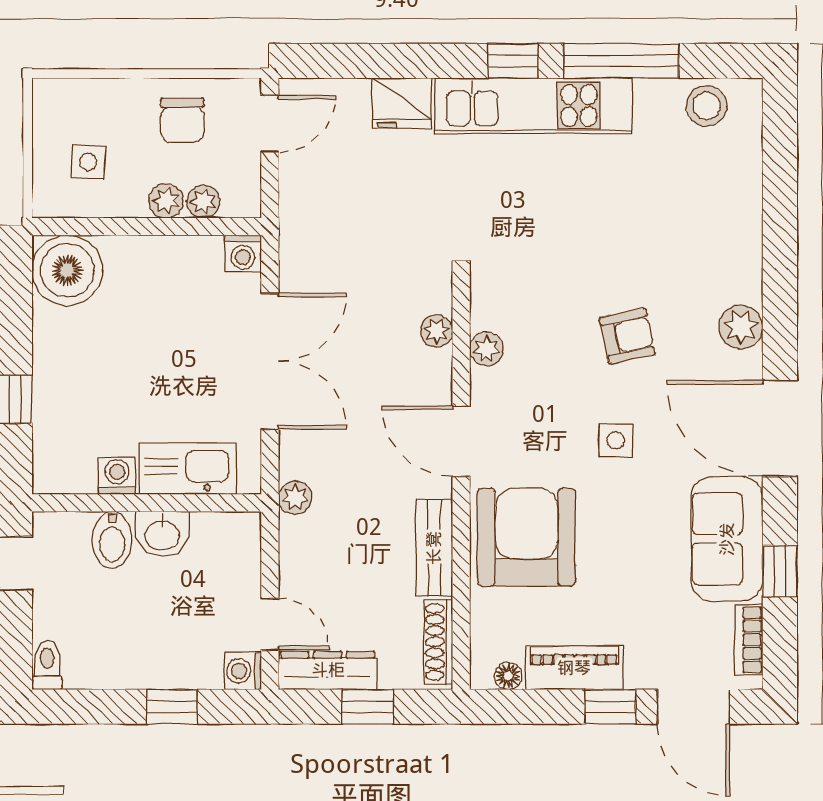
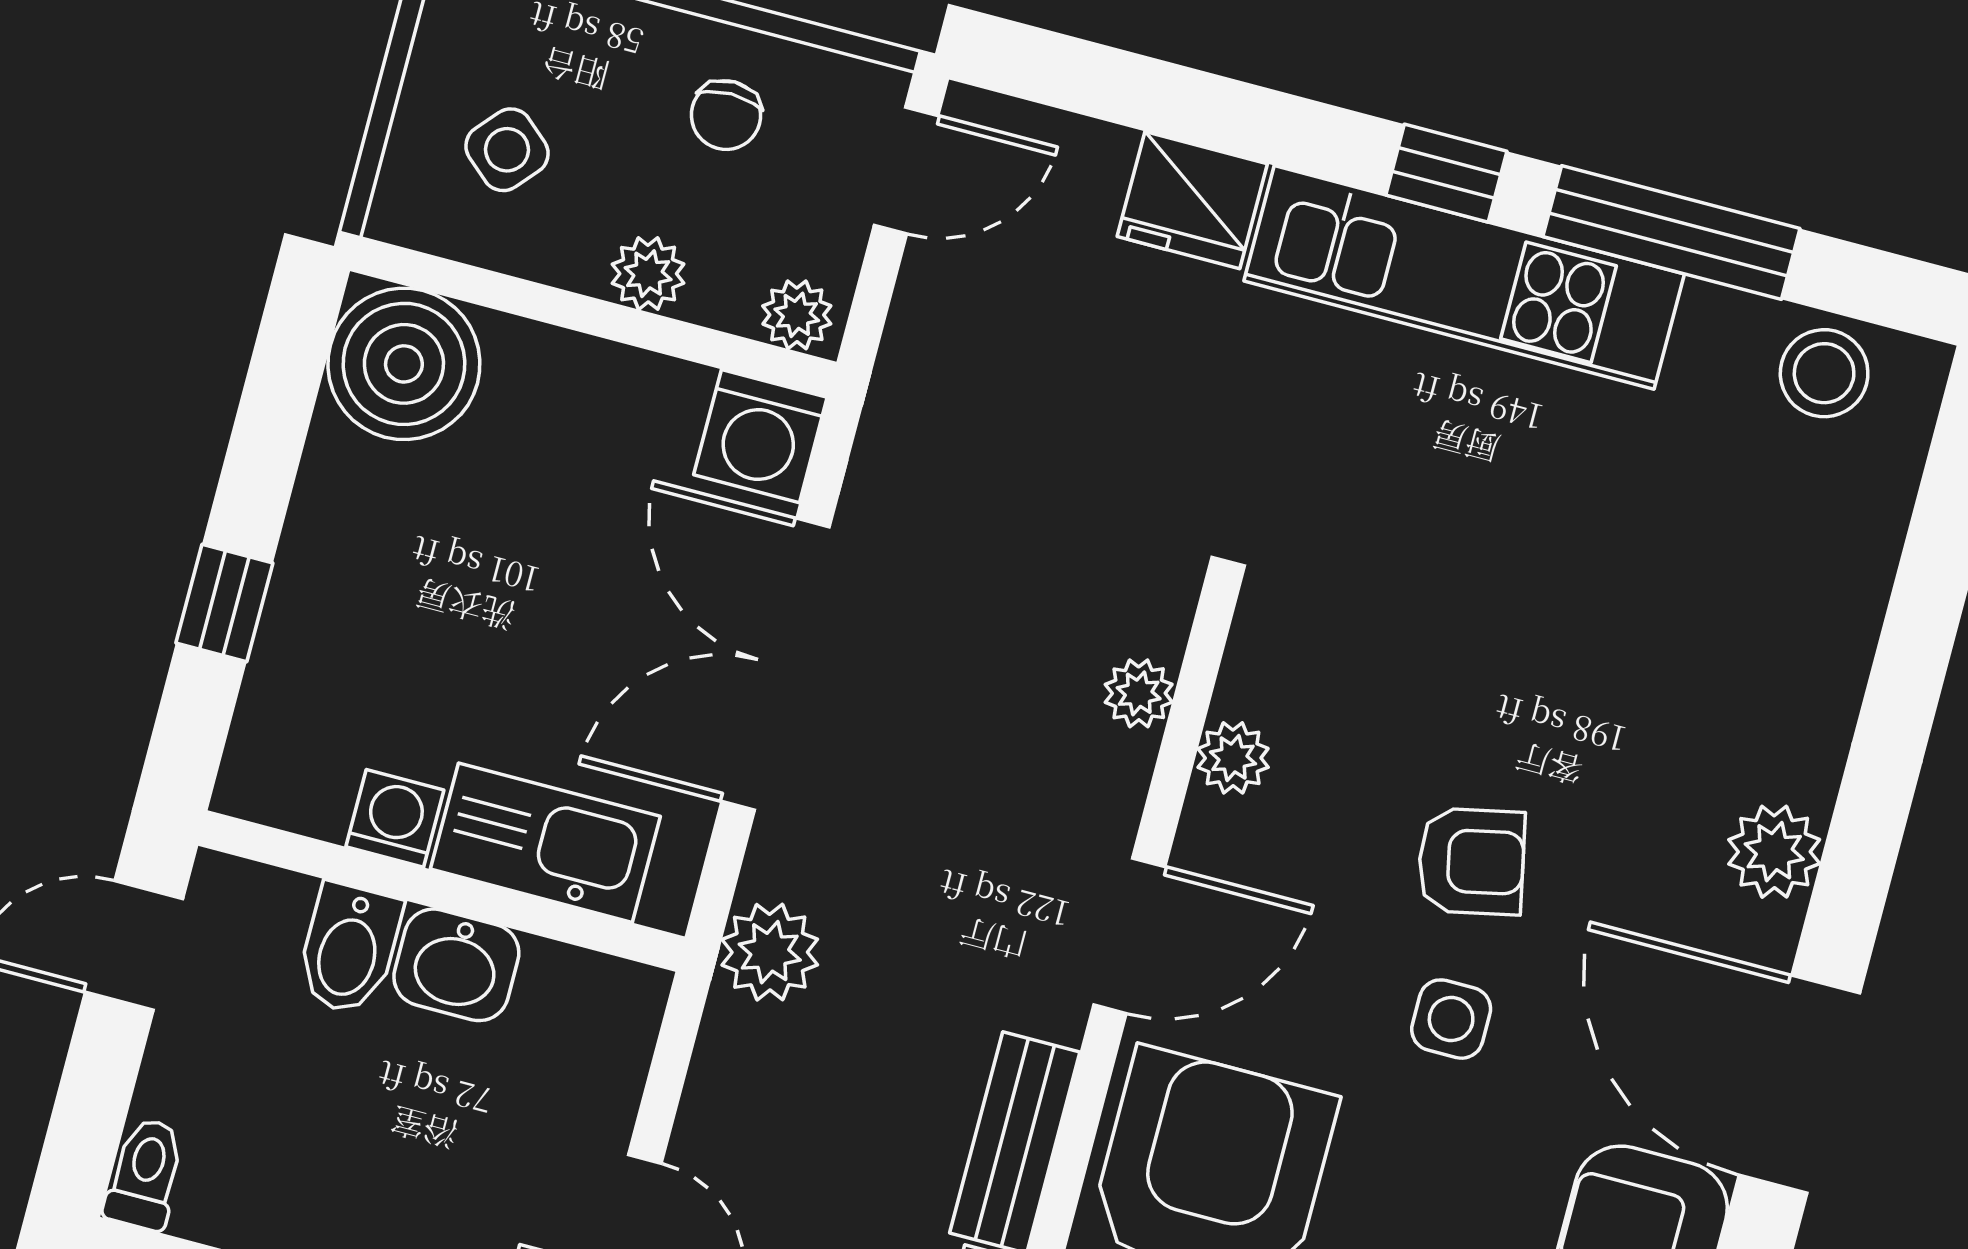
chair: (182, 120) -> (726, 115), width x0.73, depth x0.73
side table: (88, 162) -> (507, 150), turned 37
plant: (203, 202) -> (797, 315), moved
washing machine: (243, 253) -> (760, 436), width x1.38, depth x1.38
armchair: (627, 336) -> (1471, 861), moved
double door: (270, 361) -> (776, 664), swing flipped
door: (461, 441) -> (1129, 936), swing flipped
plant: (295, 498) -> (770, 952), width x1.38, depth x1.38

